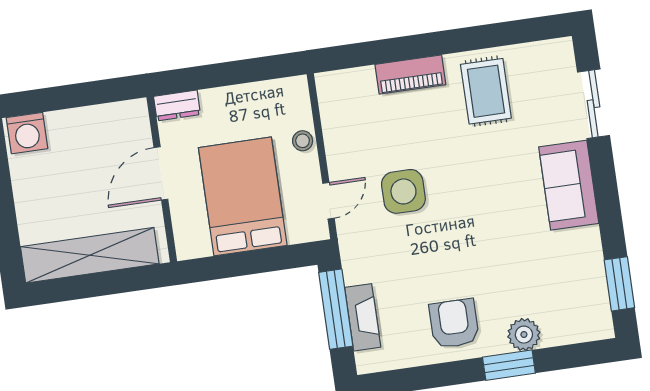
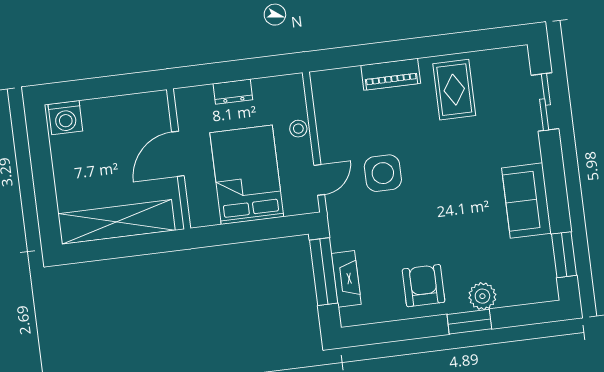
dresser: (177, 105) -> (233, 92), moved
sofa: (569, 185) -> (527, 201), moved

